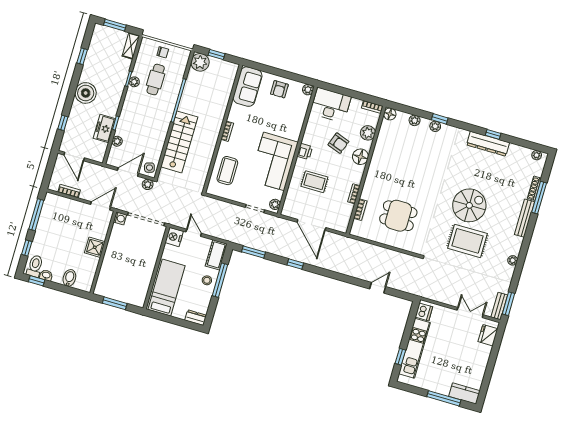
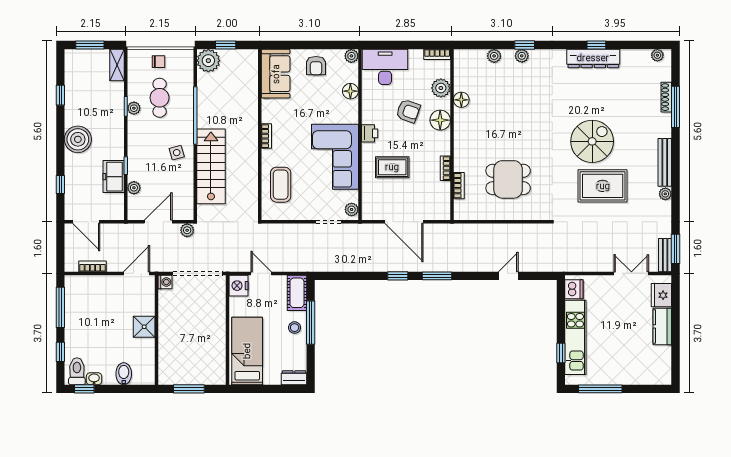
floor lamp: (390, 114) -> (461, 100), moved
floor lamp: (300, 116) -> (350, 91), added
side table: (149, 168) -> (177, 153), moved
bench: (524, 218) -> (665, 162), moved
window: (253, 252) -> (437, 276), moved
kitchen counter: (464, 394) -> (662, 326), moved, turned -90
window: (444, 398) -> (600, 389), moved

